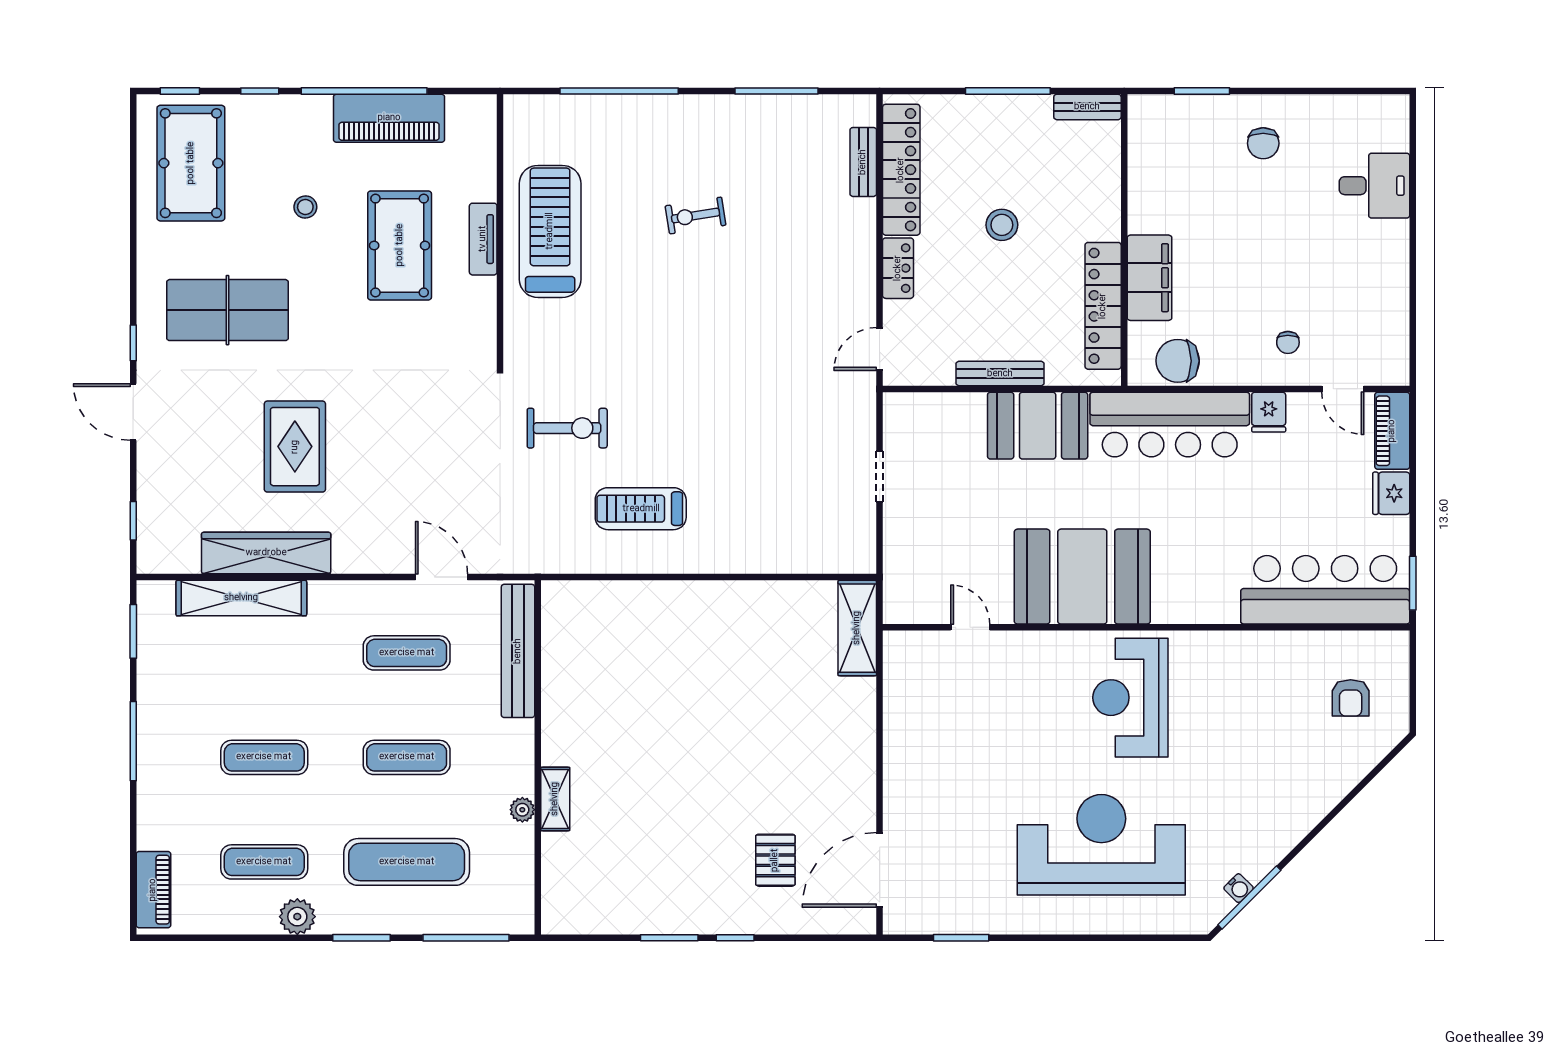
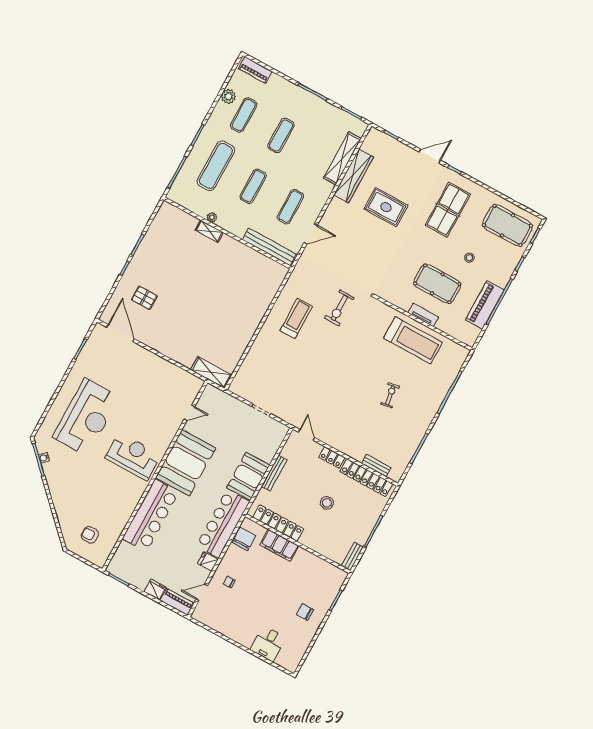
bar counter: (1325, 590) -> (151, 515), moved
plant: (297, 917) -> (228, 96), moved

